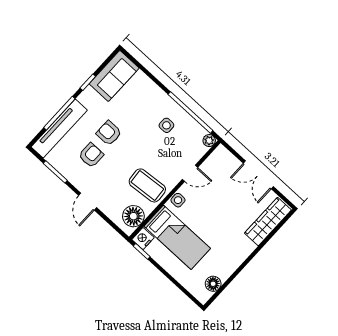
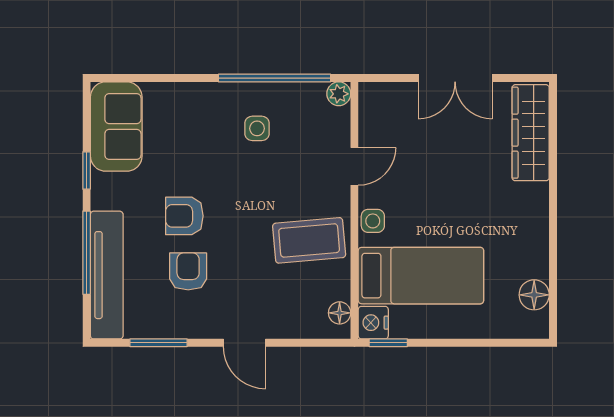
floor lamp: (133, 216) -> (340, 313), width x0.53, depth x0.53

